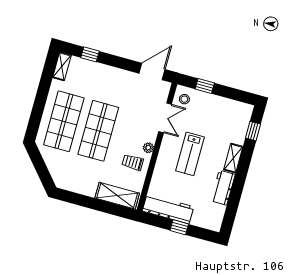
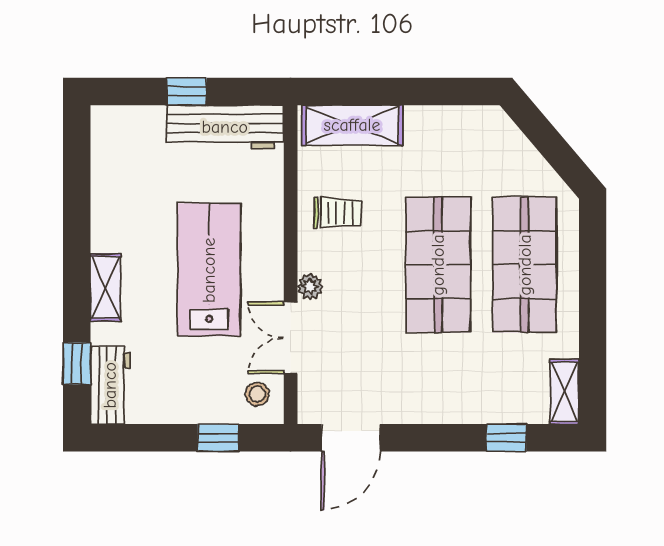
plant: (148, 148) -> (310, 286), moved
lab bench: (190, 154) -> (209, 270), width x1.36, depth x1.39
workbench: (223, 188) -> (110, 385), moved

